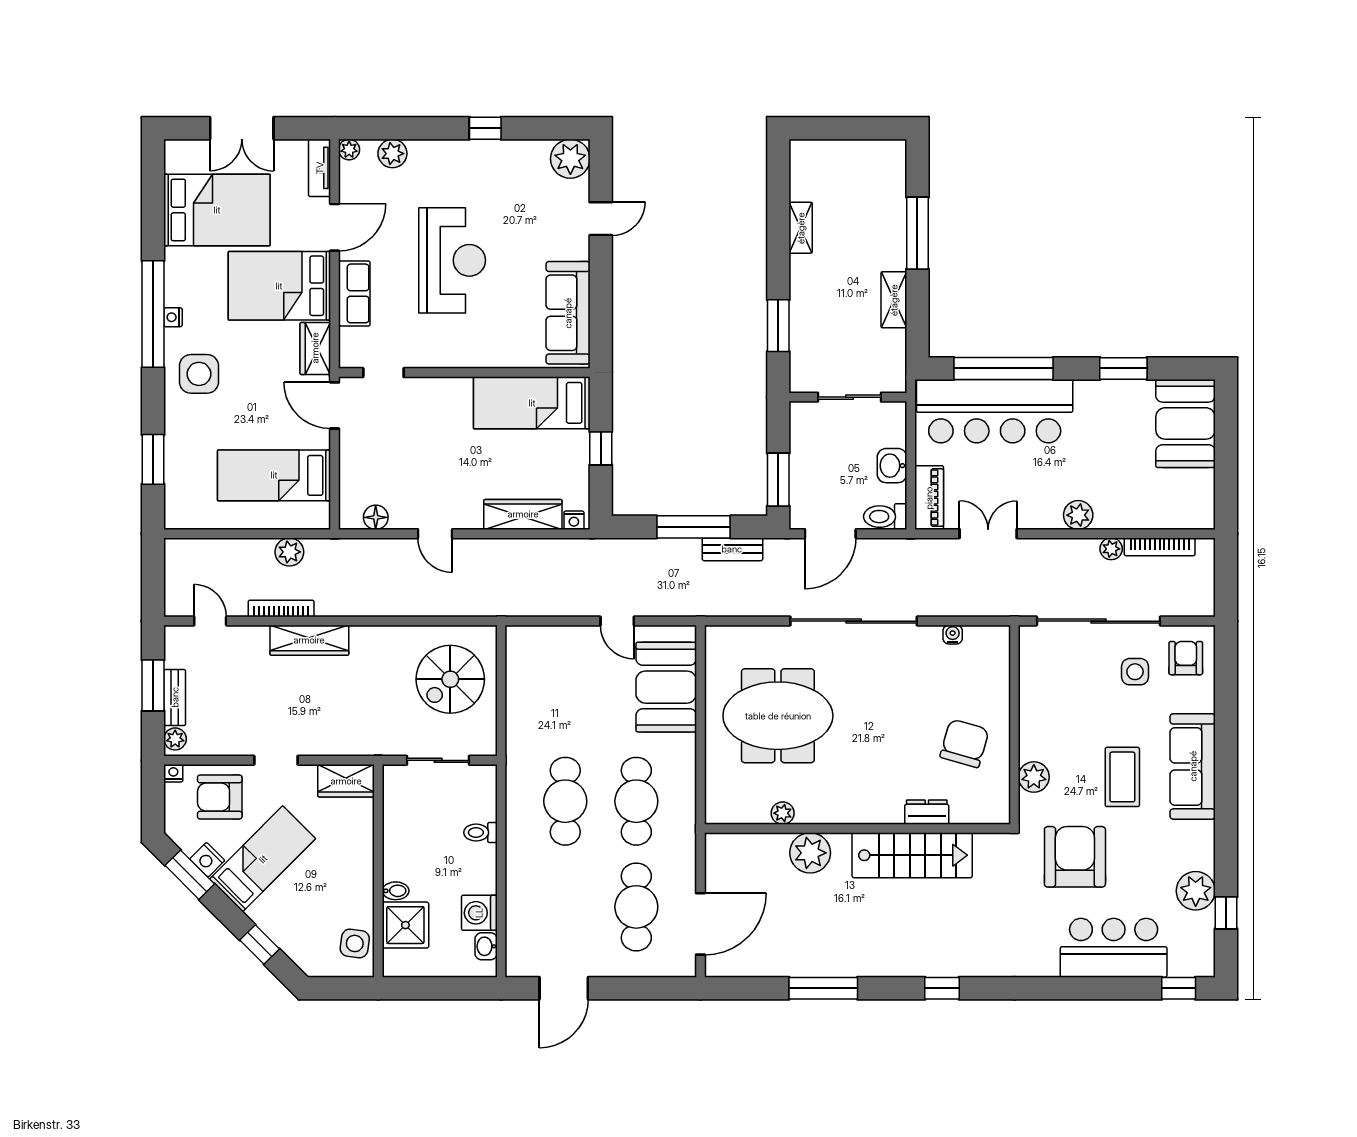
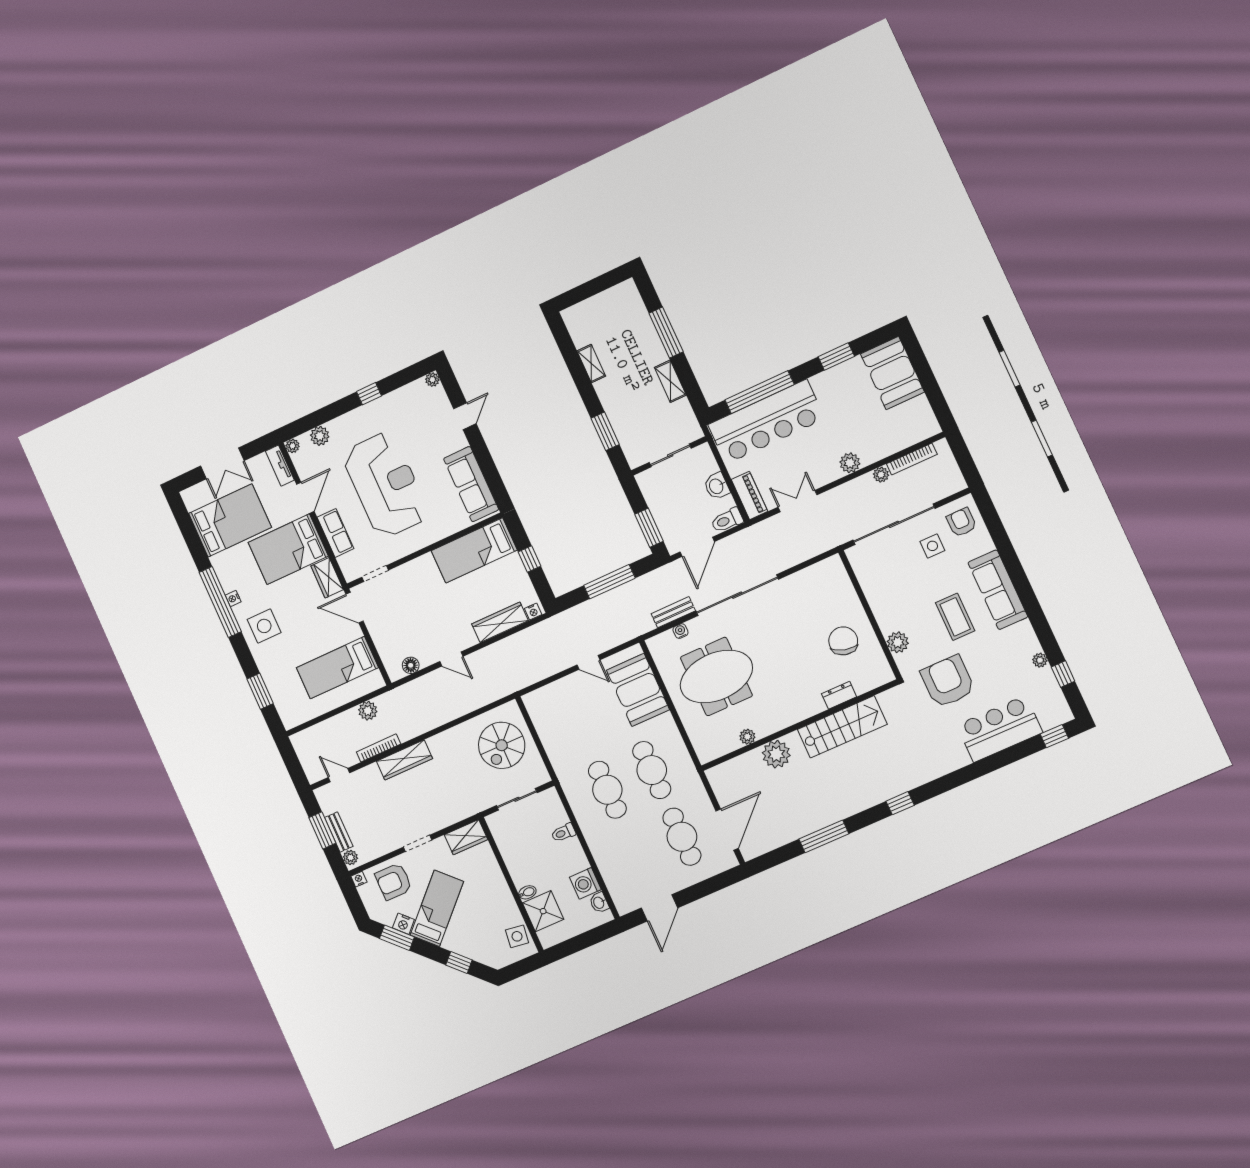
plant: (570, 159) -> (432, 380), width x0.53, depth x0.53
reception desk: (452, 260) -> (386, 485), width x1.36, depth x1.30
bench: (732, 549) -> (673, 612), moved
water cooler: (953, 635) -> (680, 631), moved
plant: (1196, 891) -> (1040, 660), width x0.53, depth x0.53

